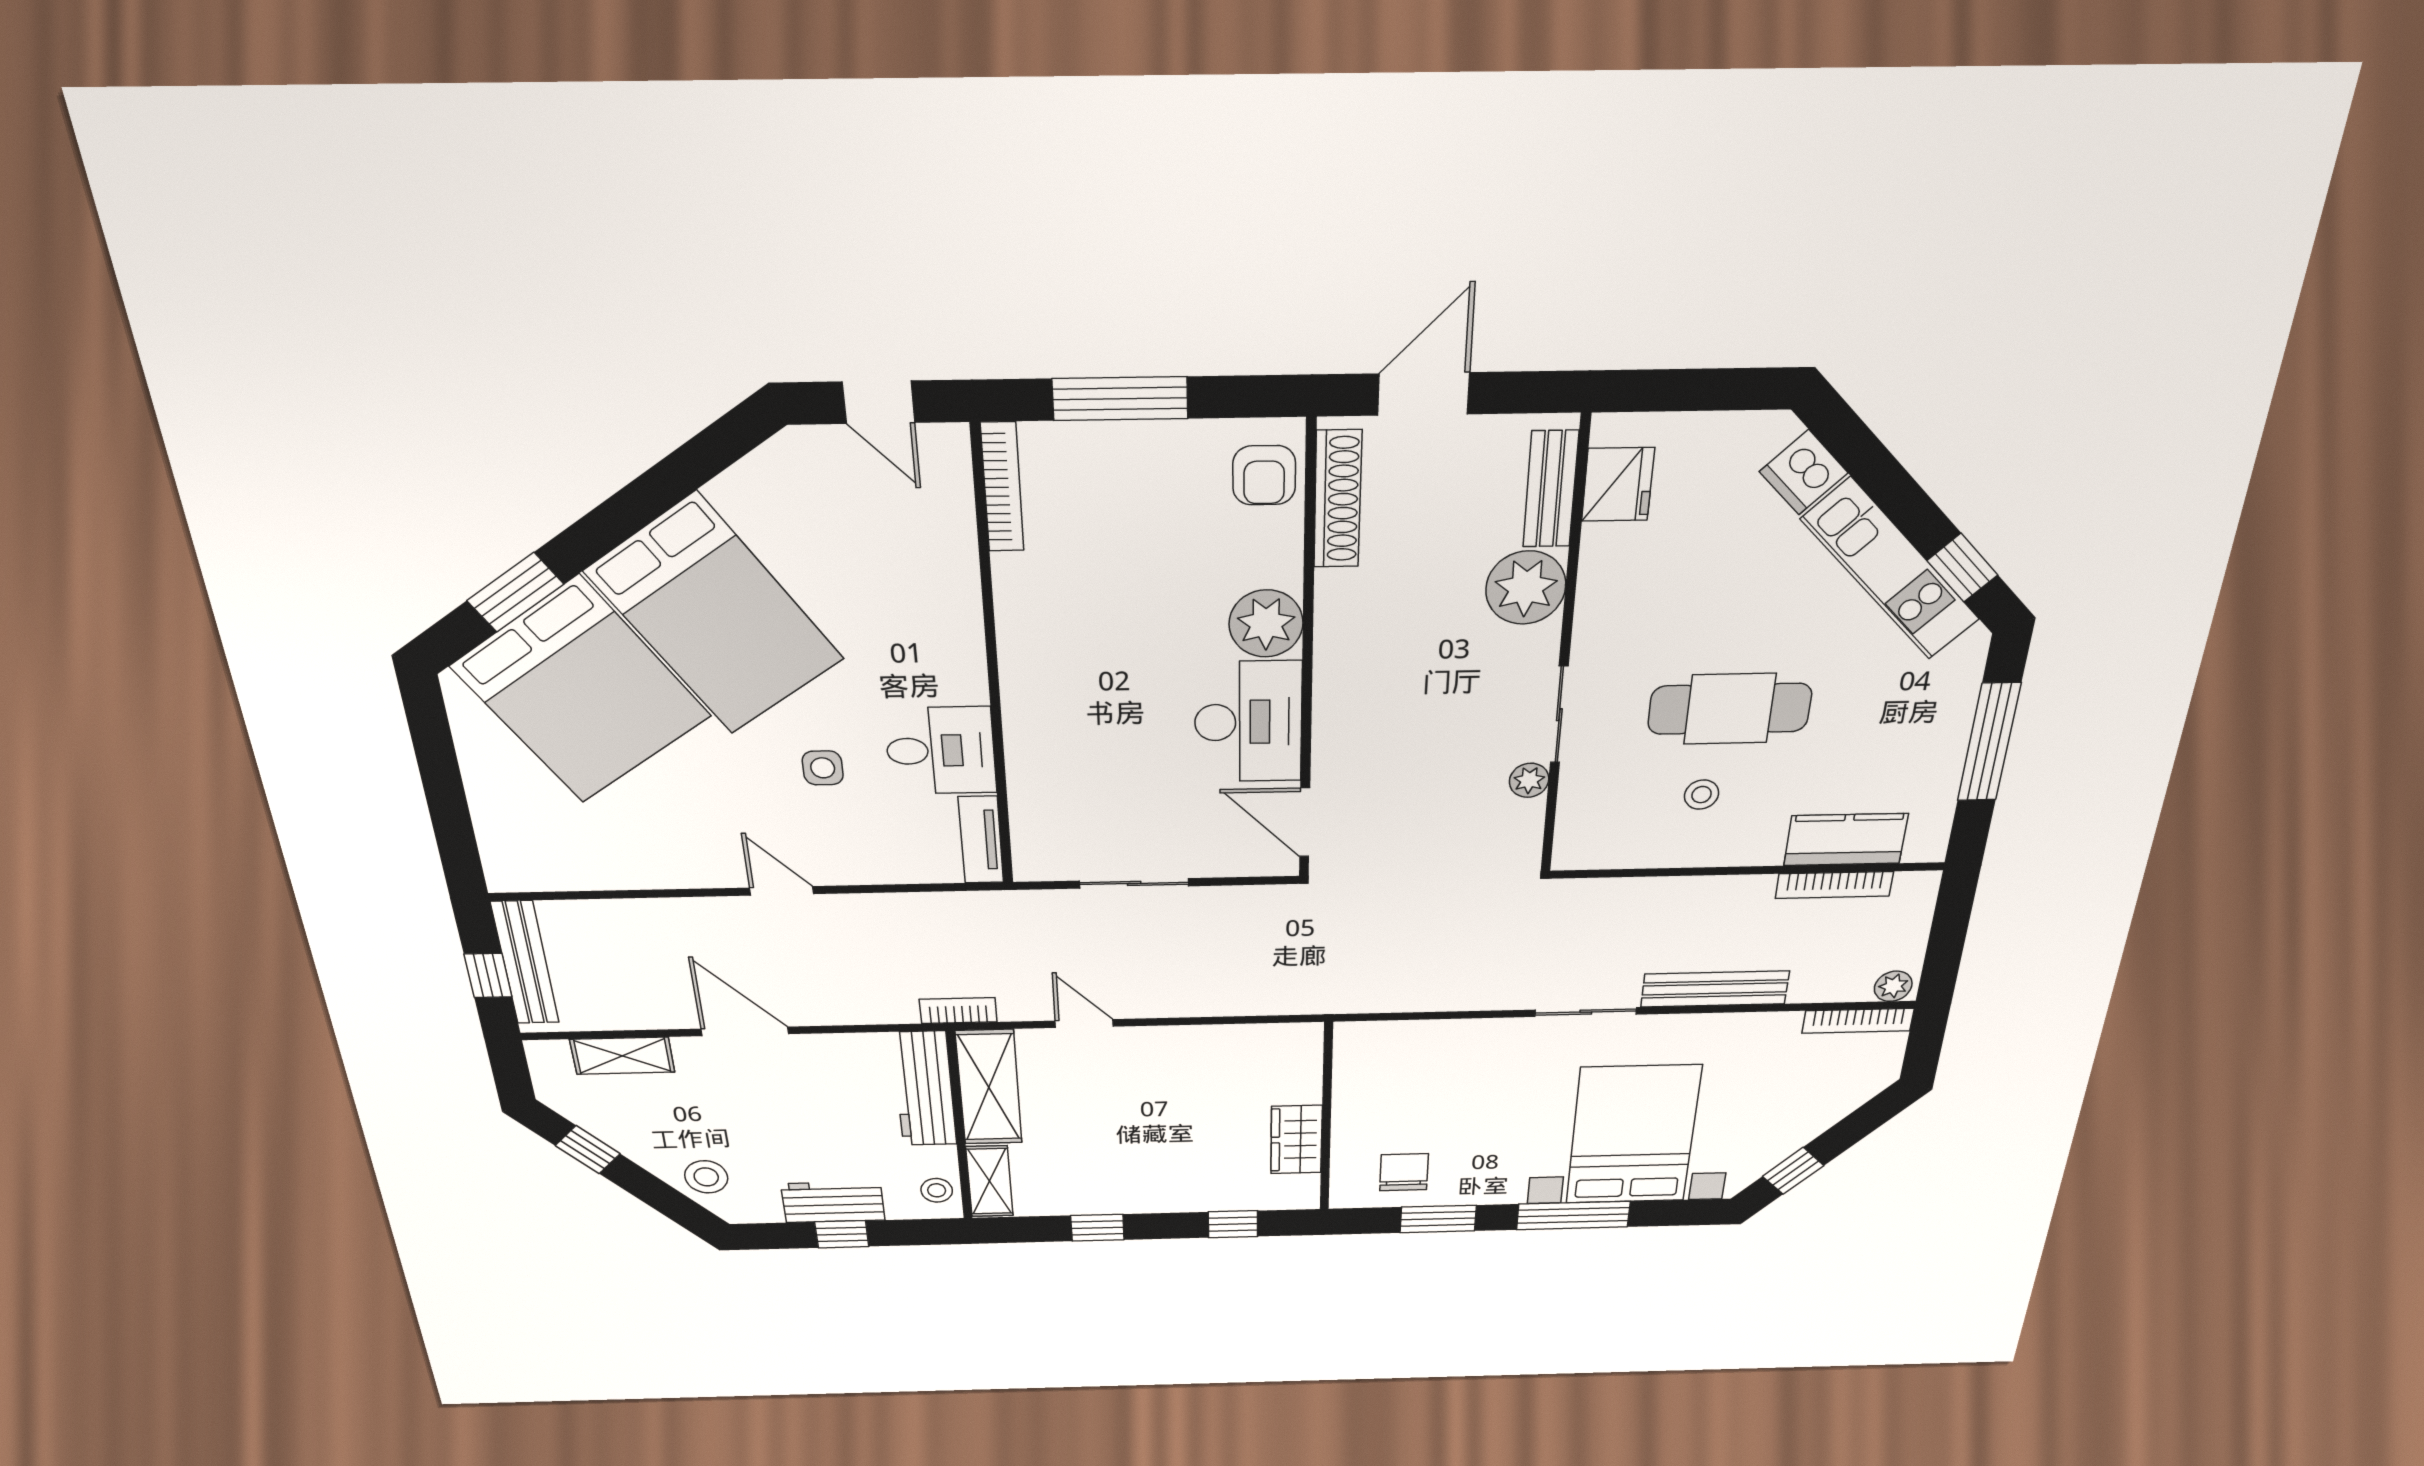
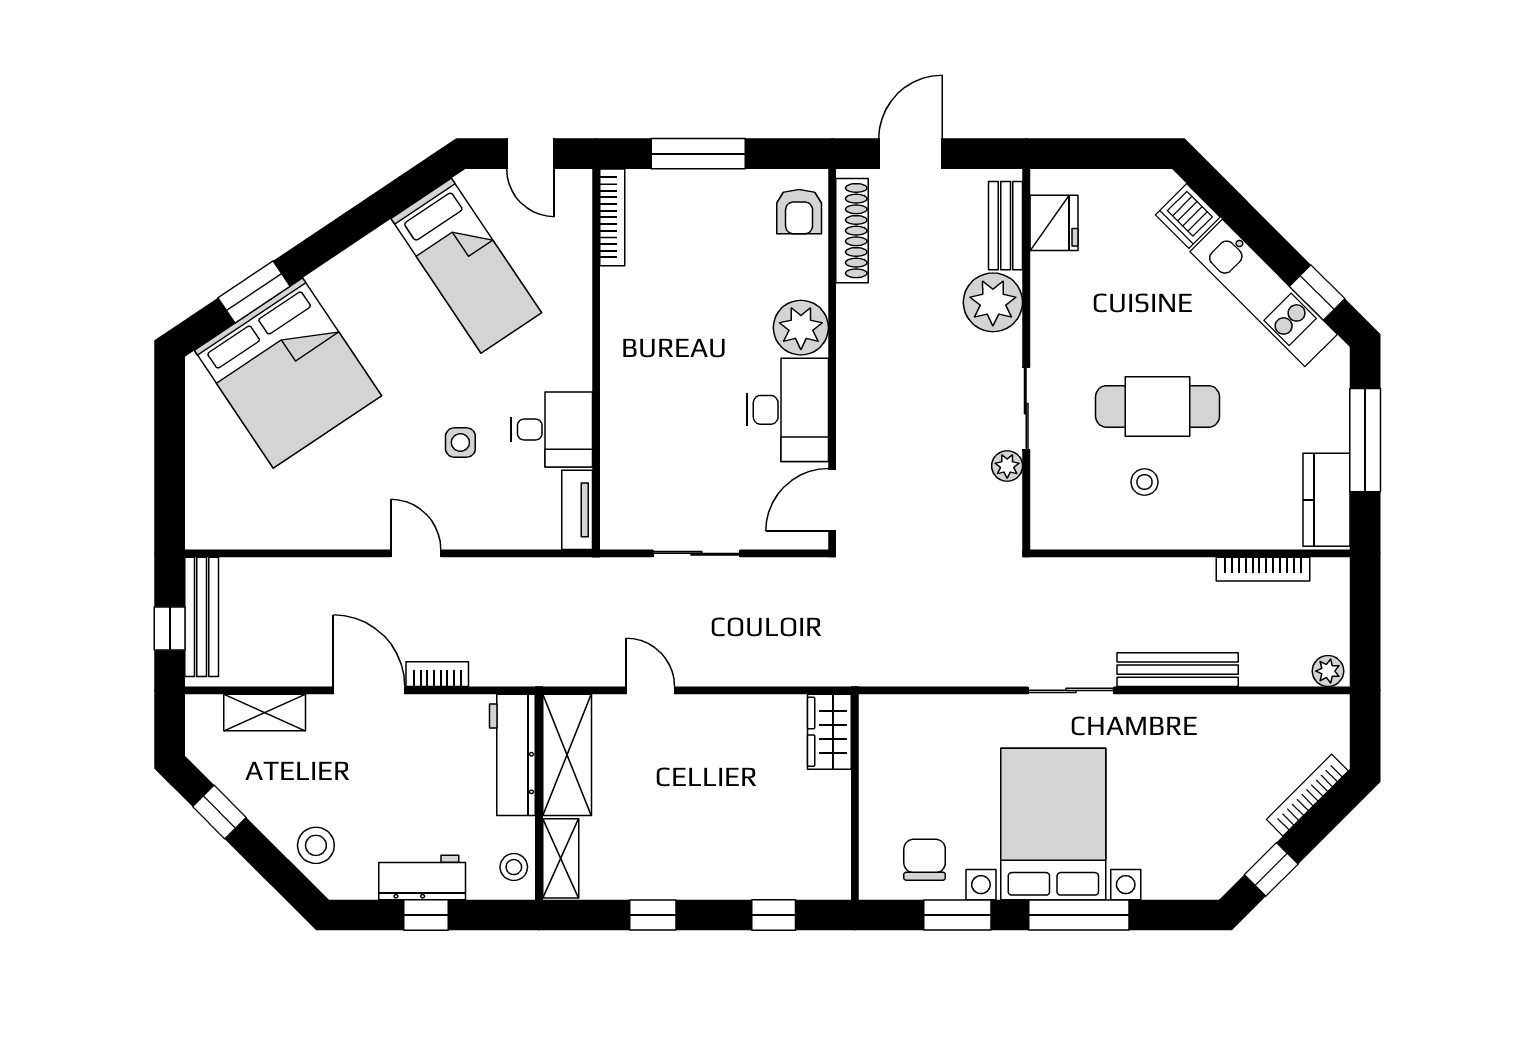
bed: (715, 615) -> (466, 266), moved, width x0.67
door: (1305, 822) -> (832, 500), hinge flipped
kitchen counter: (1846, 840) -> (1327, 500), moved, turned -90
bookcase: (958, 1011) -> (437, 674), moved
bookcase: (1858, 1021) -> (1307, 795), moved, turned 135
bed with nightstands: (1633, 1135) -> (1053, 824), moved
wardrobe: (1296, 1140) -> (829, 732), moved

